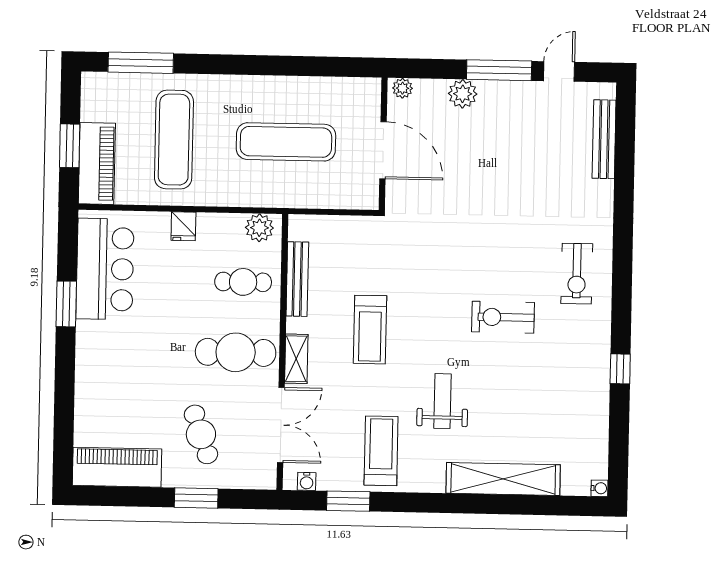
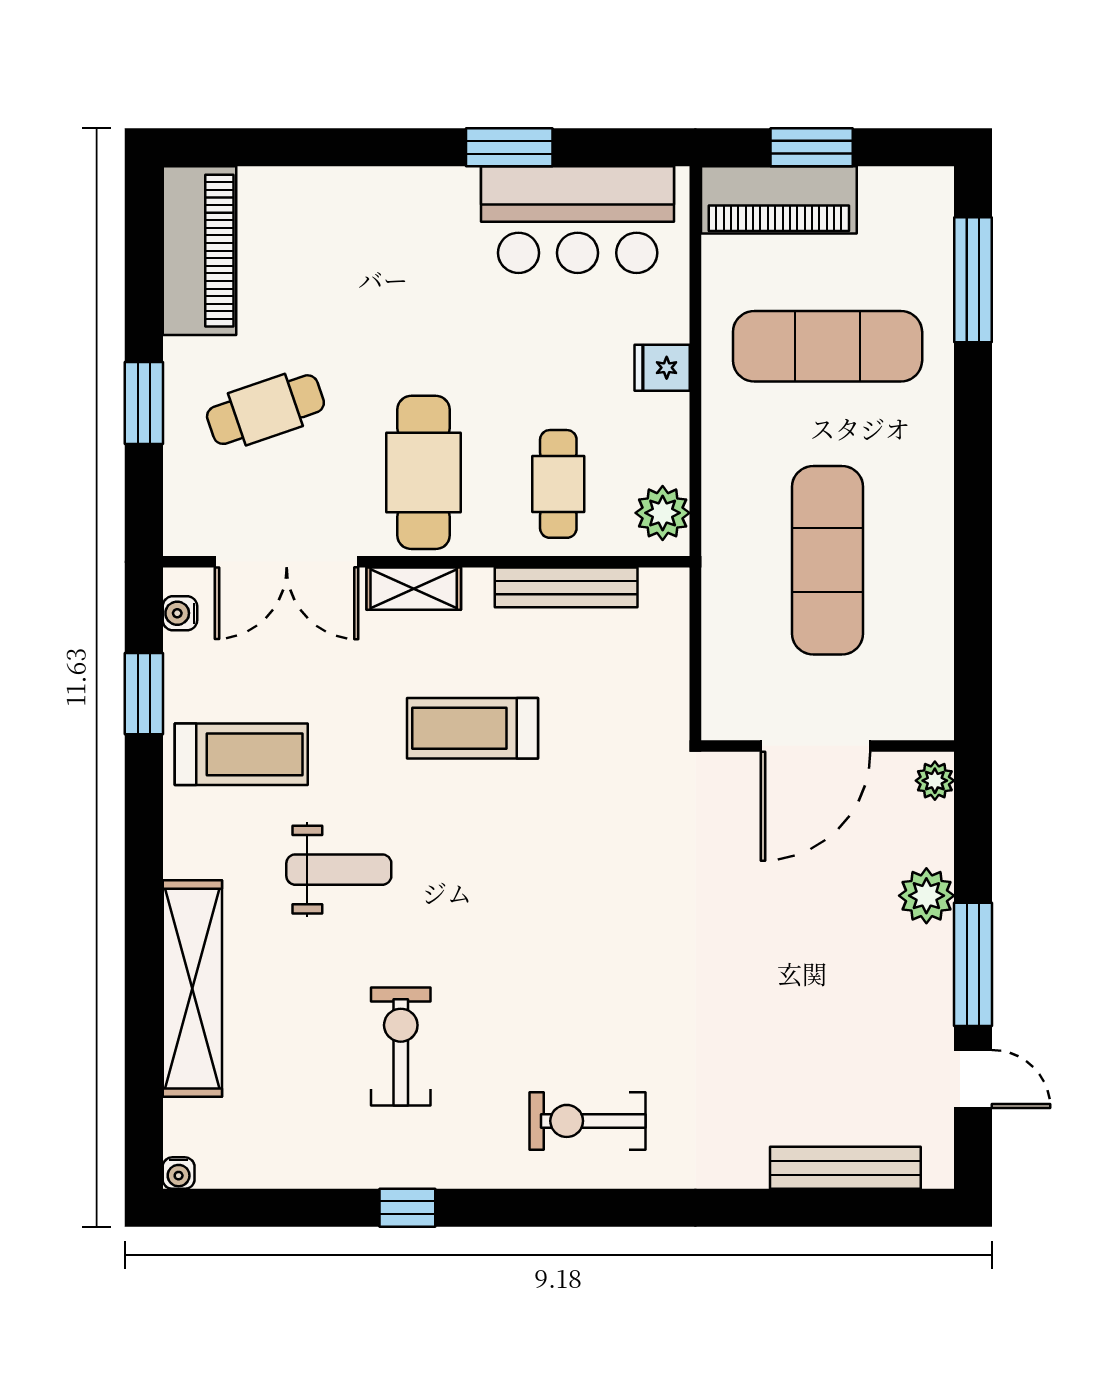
exercise bike: (503, 317) -> (401, 1047), moved

